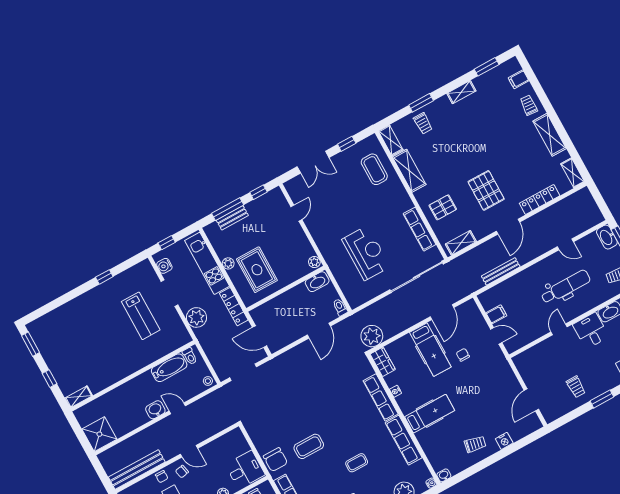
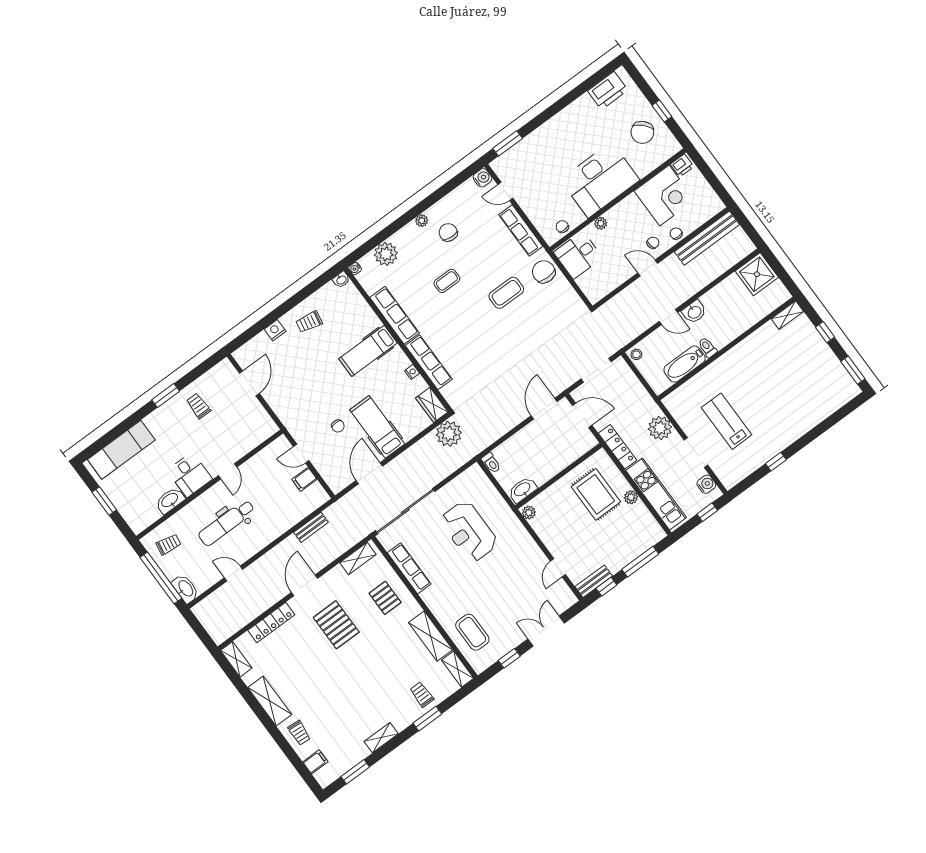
pallet: (443, 207) -> (385, 598), turned 90
bench: (232, 218) -> (594, 581), moved
bench: (501, 271) -> (311, 527), width x0.73
door: (319, 331) -> (544, 409), moved
toilet: (190, 356) -> (707, 347), moved

